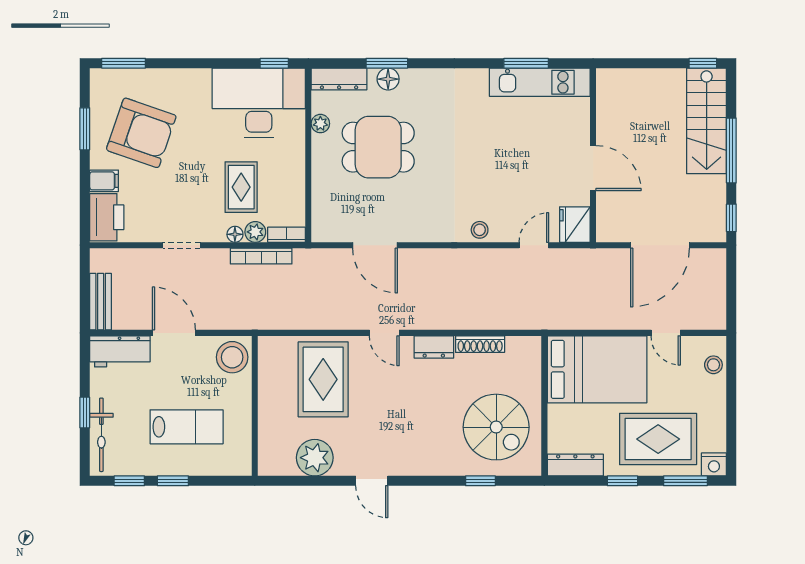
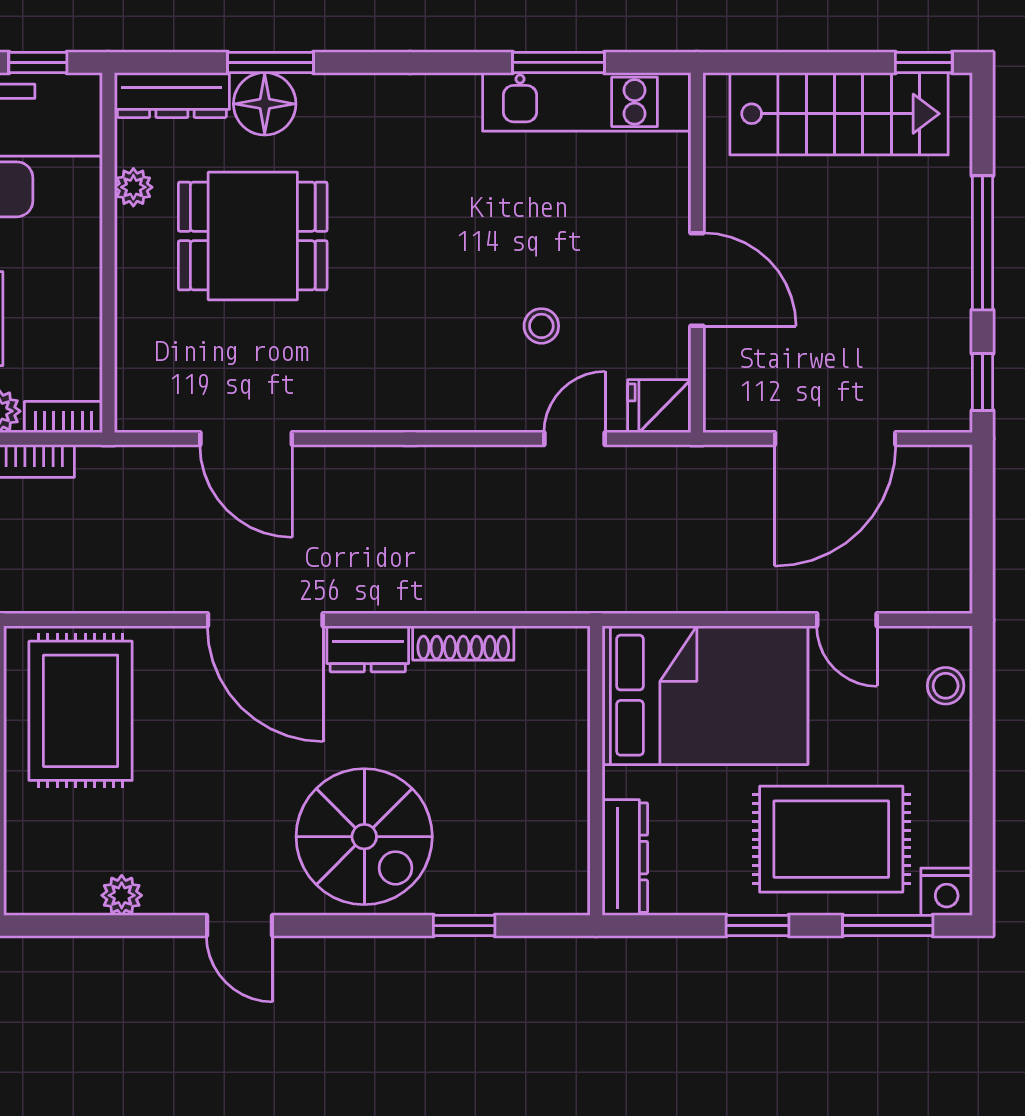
floor lamp: (388, 79) -> (265, 104), width x1.38, depth x1.38
stairs: (707, 121) -> (839, 114), moved, turned -90
fridge: (575, 225) -> (659, 406), width x0.72
stool: (480, 230) -> (541, 326), moved
door: (384, 333) -> (265, 620), width x1.88
rug: (323, 379) -> (81, 711), moved
spiral stairs: (496, 427) -> (364, 837), moved
plant: (315, 458) -> (122, 895), width x0.53, depth x0.53
dresser: (575, 465) -> (625, 858), moved, turned 90

